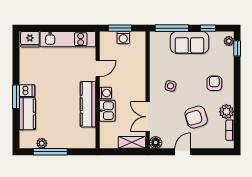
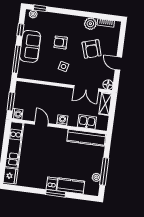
washing machine: (123, 38) -> (17, 114), moved
armchair: (214, 83) -> (61, 42), moved
kitchen counter: (88, 104) -> (86, 138), moved
kitchen sink: (107, 111) -> (87, 122), moved

